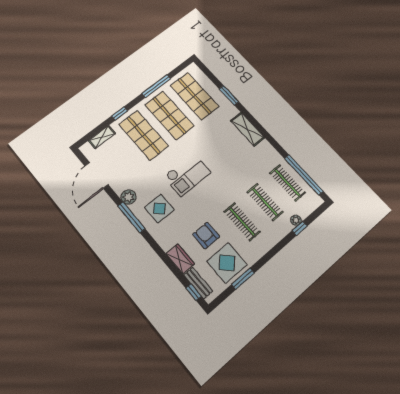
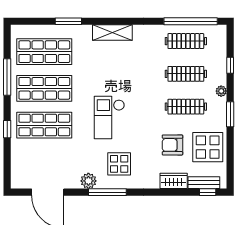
shelving: (102, 137) -> (17, 161), removed
checkout: (187, 174) -> (109, 117), turned 180
plant: (296, 220) -> (221, 91), moved
window: (243, 279) -> (230, 114), moved

